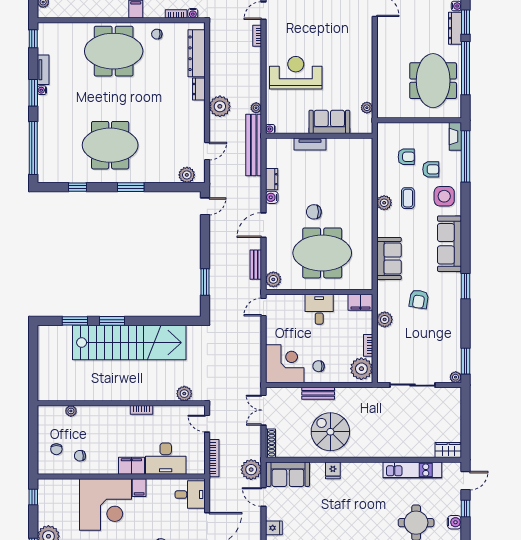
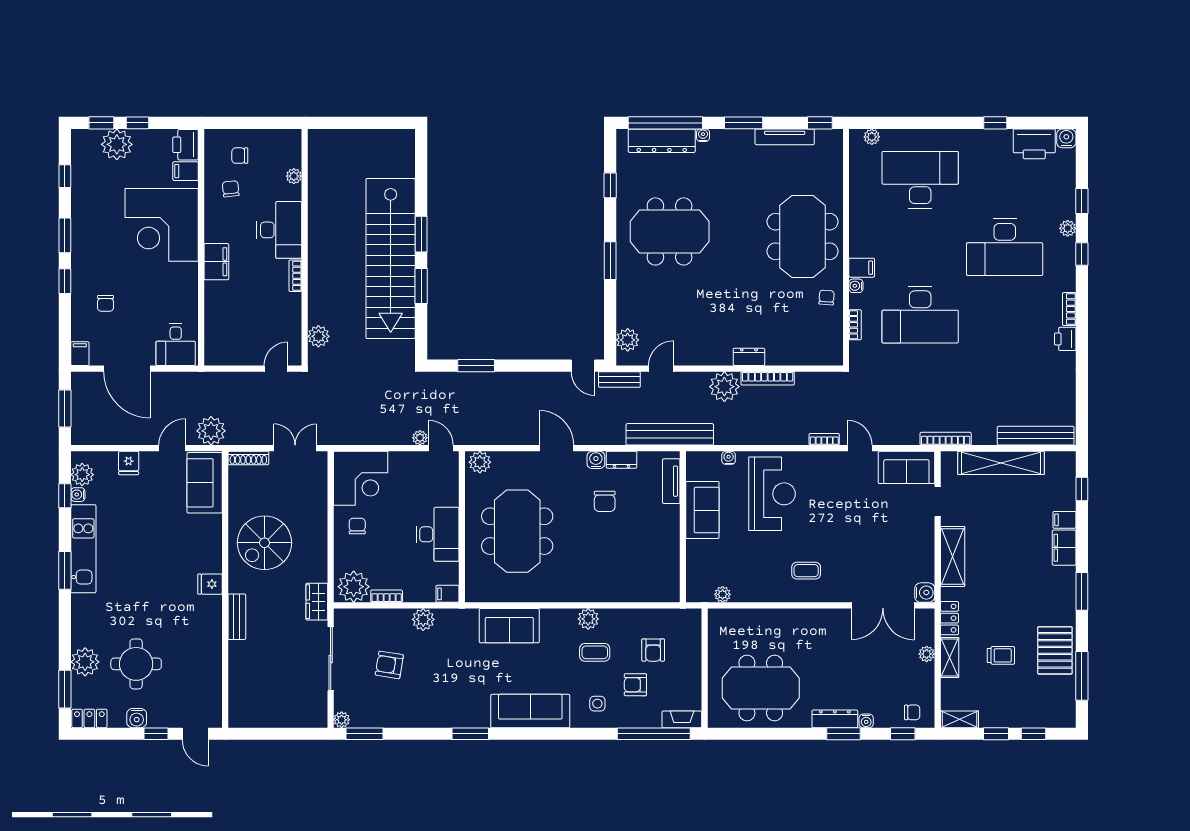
water cooler: (193, 13) -> (856, 286), moved
coffee table: (350, 49) -> (806, 571), added
dresser: (197, 53) -> (662, 141), moved, turned 180
window: (465, 68) -> (778, 734), removed
tv unit: (43, 70) -> (785, 137), width x1.41
water cooler: (42, 90) -> (703, 135), moved
plant: (256, 108) -> (420, 438), moved
sofa: (329, 122) -> (702, 510), moved
water cooler: (270, 129) -> (729, 458), moved
tv unit: (310, 144) -> (671, 481), moved
meeting table: (110, 145) -> (670, 231), turned 90
door: (207, 151) -> (661, 369), swing flipped
armchair: (431, 169) -> (635, 685), turned 90
side table: (444, 196) -> (597, 704), width x0.54, depth x0.54
chair: (314, 212) -> (605, 501), moved, turned 180
bench: (256, 265) -> (619, 379), moved
armchair: (419, 299) -> (389, 665), moved
filing cabinet: (360, 302) -> (447, 594), width x0.50
desk: (319, 309) -> (438, 534), width x1.37
window: (75, 321) -> (421, 286), moved
bench: (318, 393) -> (237, 617), moved
spiral stairs: (330, 432) -> (265, 543), turned 180
wardrobe: (448, 450) -> (317, 602), moved, turned 180
bookcase: (214, 458) -> (768, 378), moved
desk: (166, 459) -> (279, 230), moved, turned 180
fridge: (333, 470) -> (210, 584), moved
kitchen unit: (412, 470) -> (210, 659), removed
printer: (49, 488) -> (186, 145), added
filing cabinet: (139, 488) -> (186, 171), moved
window: (33, 497) -> (137, 123), moved

